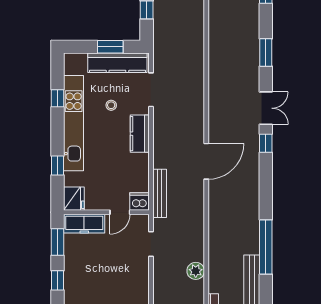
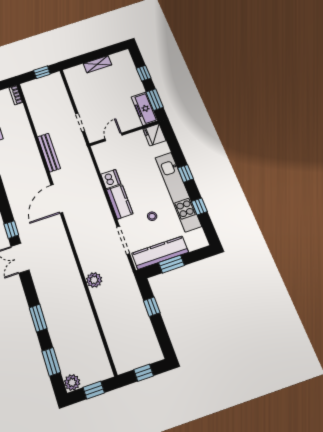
window: (266, 53) -> (38, 318), moved
window: (58, 166) -> (186, 173), moved
bench: (160, 193) -> (49, 153), moved
dishwasher: (140, 201) -> (111, 179), moved, turned -90
freezer: (84, 224) -> (144, 109), moved, turned -90
plant: (196, 271) -> (94, 280), moved

